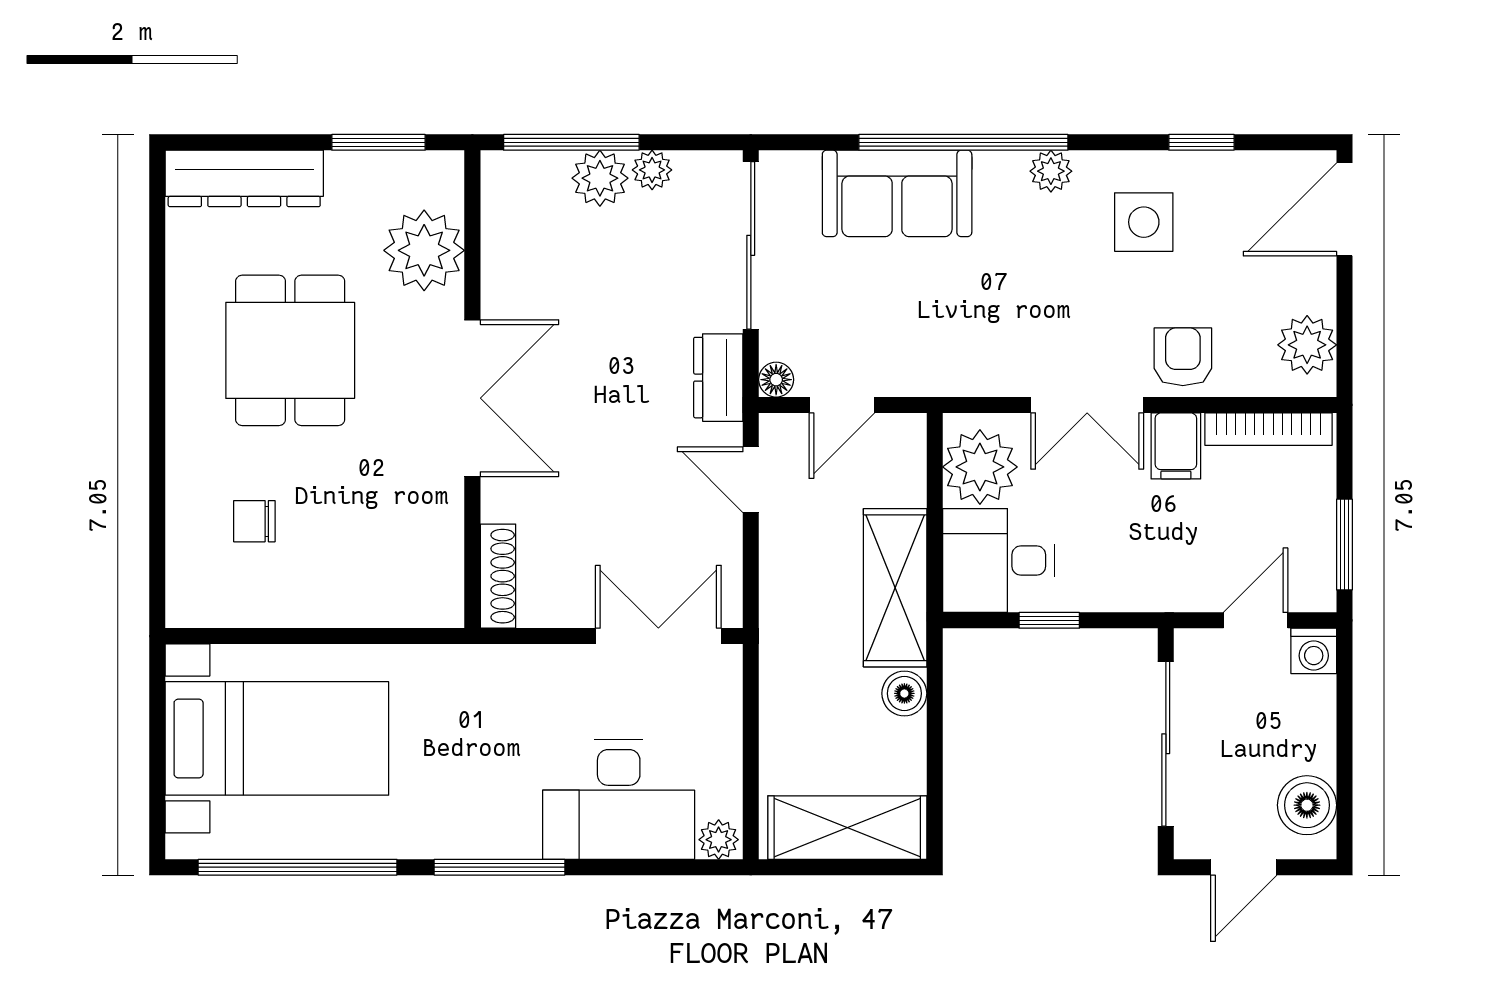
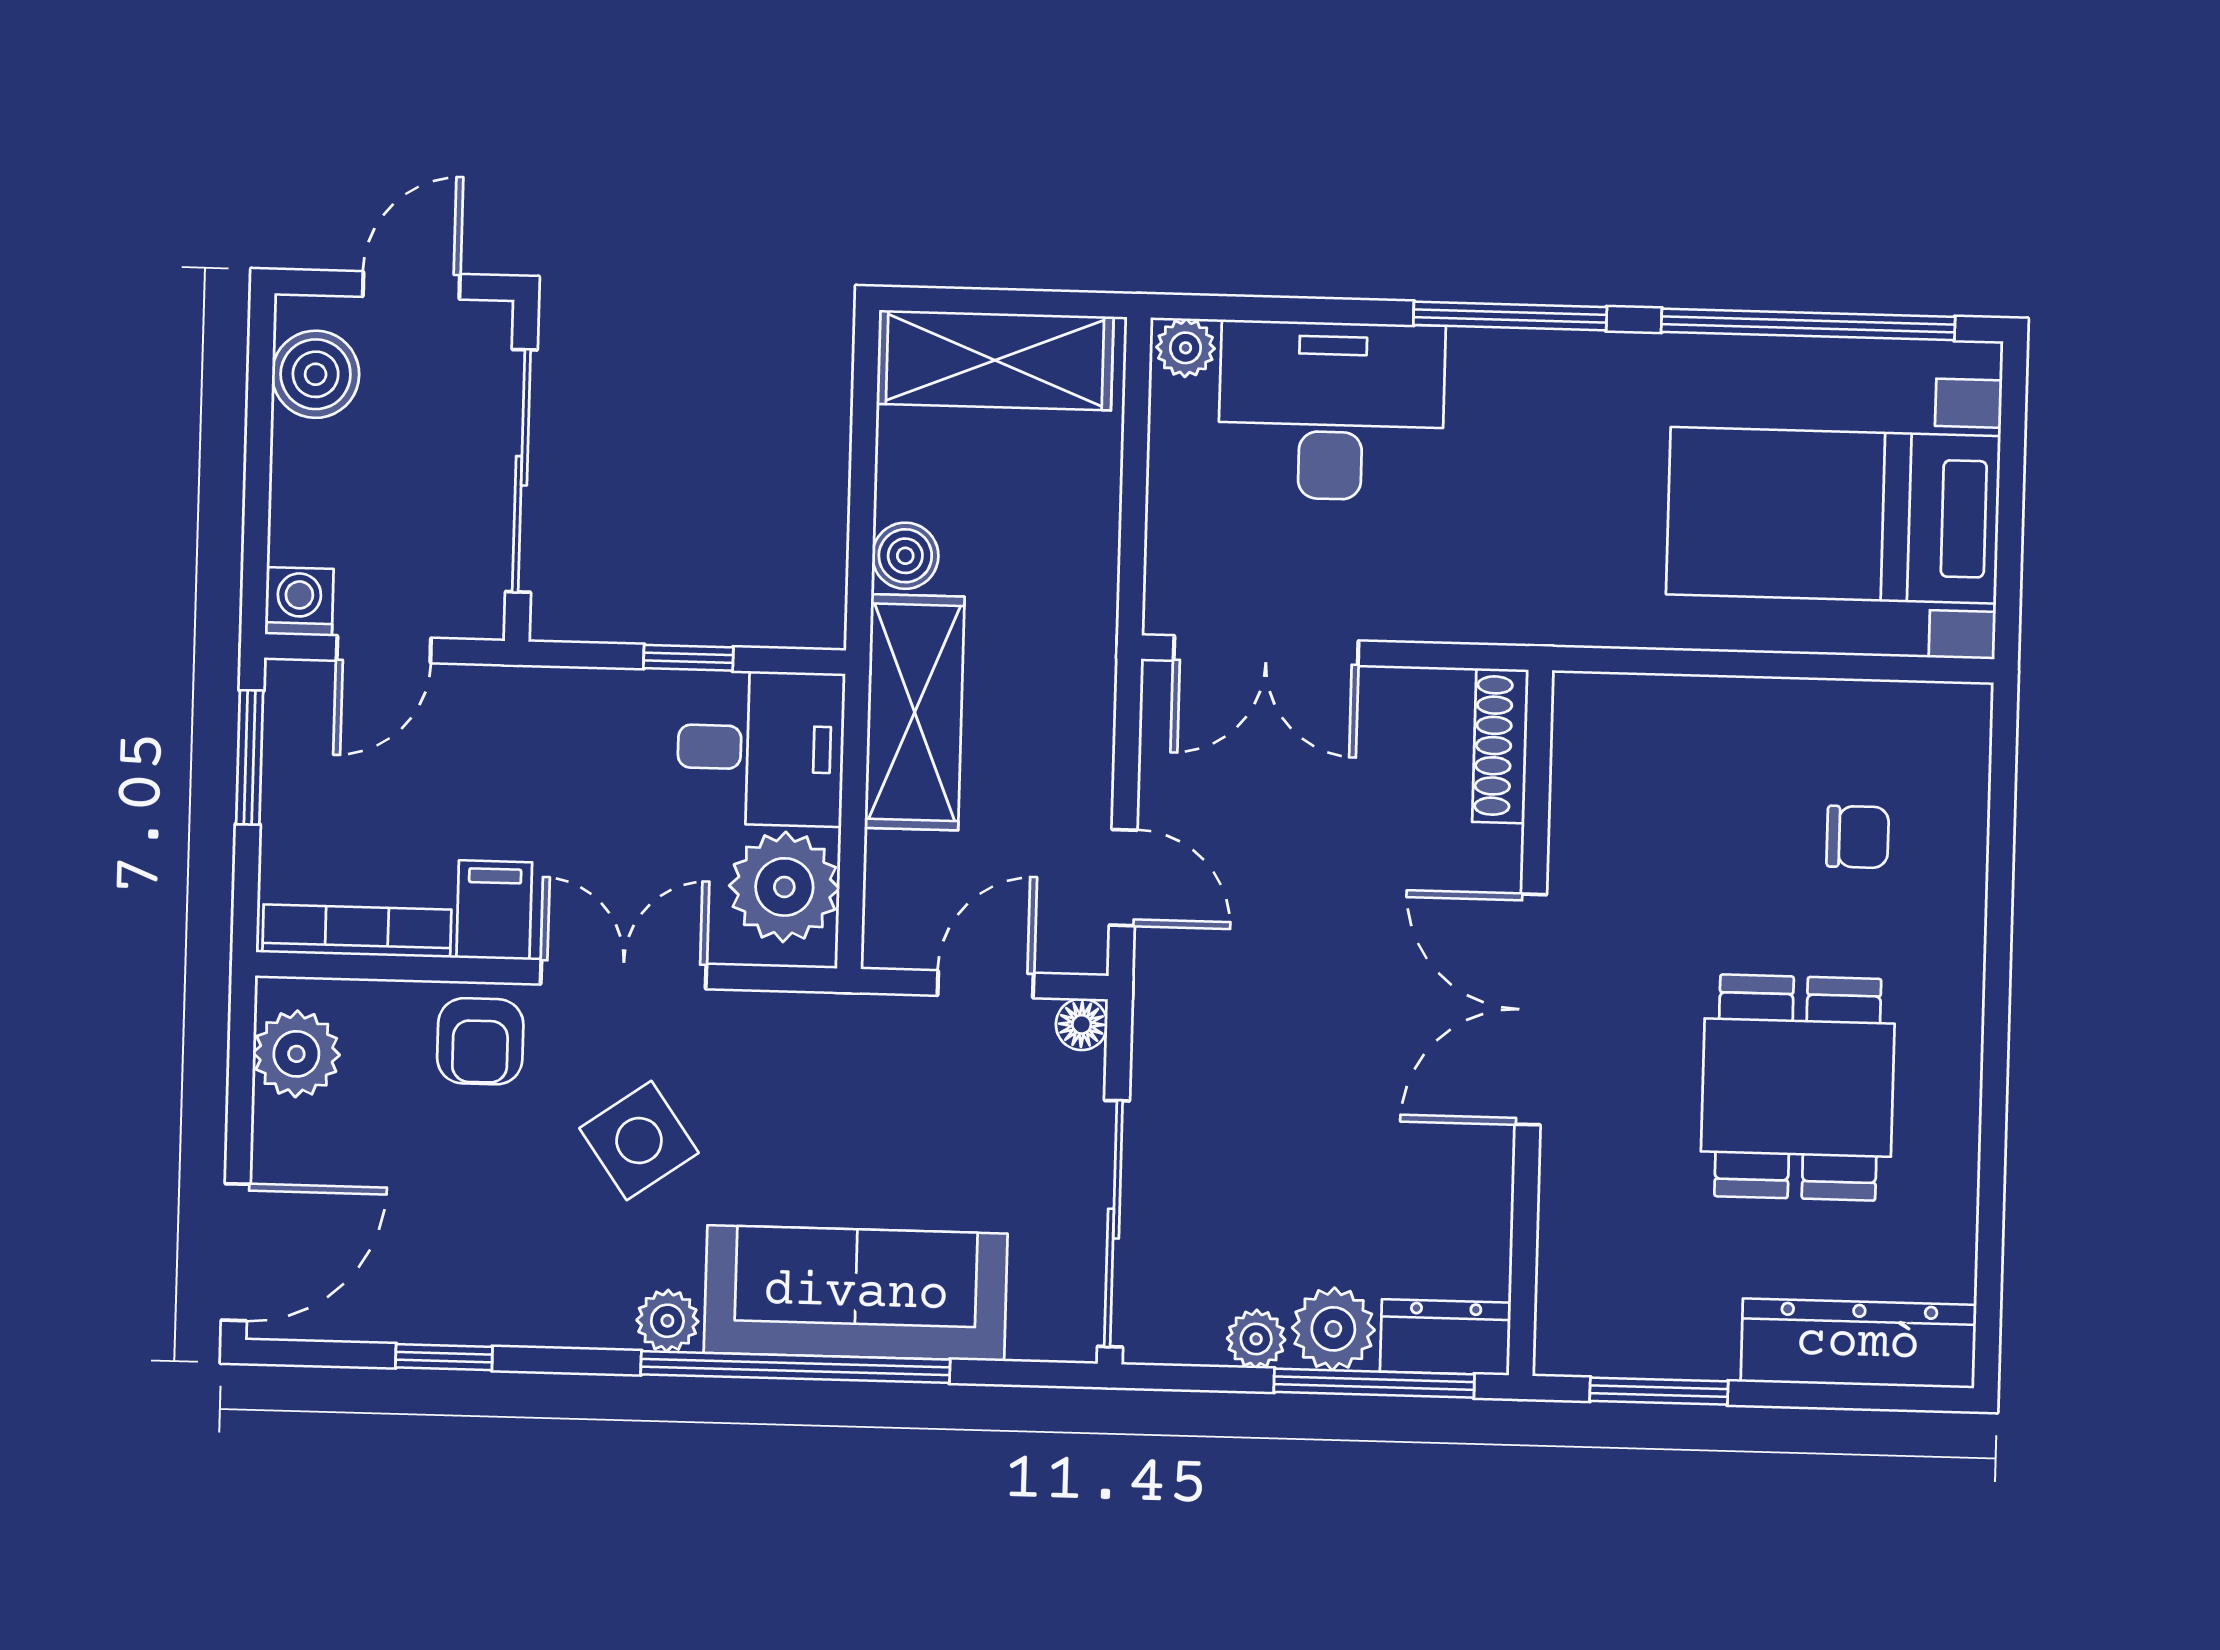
sofa: (897, 193) -> (856, 1293), width x1.36
side table: (1144, 222) -> (639, 1141), moved, turned -35
plant: (424, 250) -> (1596, 1230), removed
dresser: (718, 378) -> (1445, 1337), moved, turned -90

